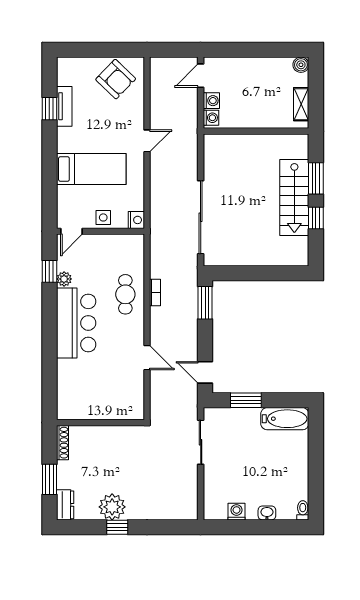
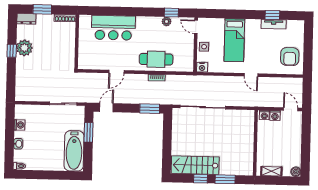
armchair: (116, 79) -> (290, 57), turned -44
stairs: (294, 197) -> (195, 165), moved
cafe table: (125, 294) -> (156, 59), width x1.37, depth x1.35
bar counter: (76, 323) -> (113, 28), moved
bathtub: (285, 419) -> (74, 151), width x1.36, depth x1.36

